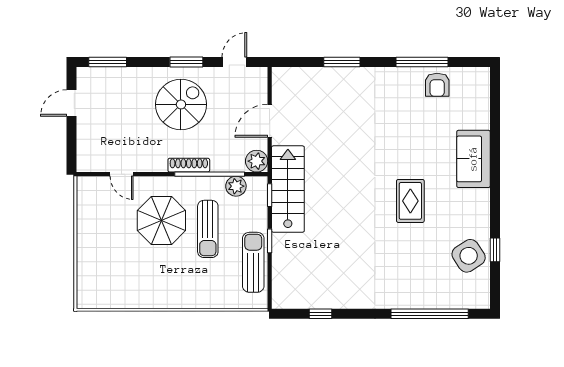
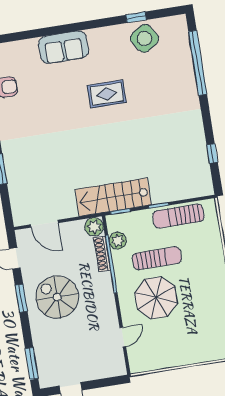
door: (270, 121) -> (44, 224), moved
shoe rack: (189, 165) -> (102, 254), moved

